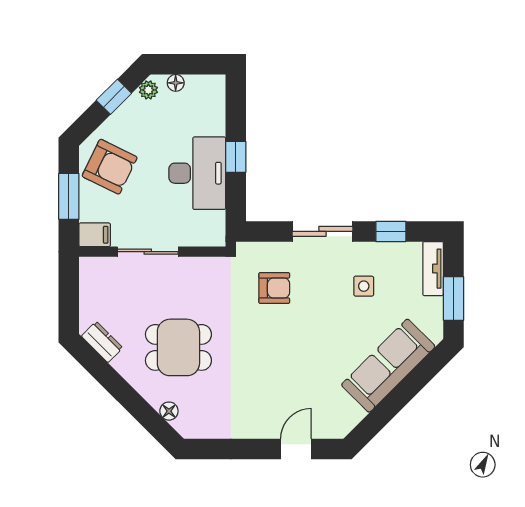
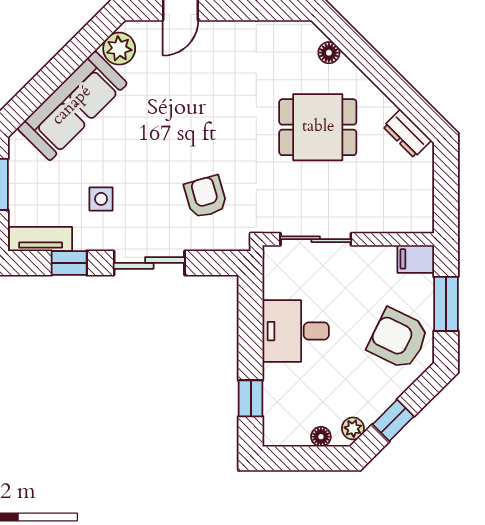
window: (236, 157) -> (251, 398), moved
desk: (197, 173) -> (296, 331), width x0.73
sliding door: (148, 252) -> (316, 239), moved
tv unit: (433, 269) -> (41, 239), moved, turned -90
armchair: (274, 288) -> (206, 197), turned 74
plant: (348, 415) -> (119, 49), added

